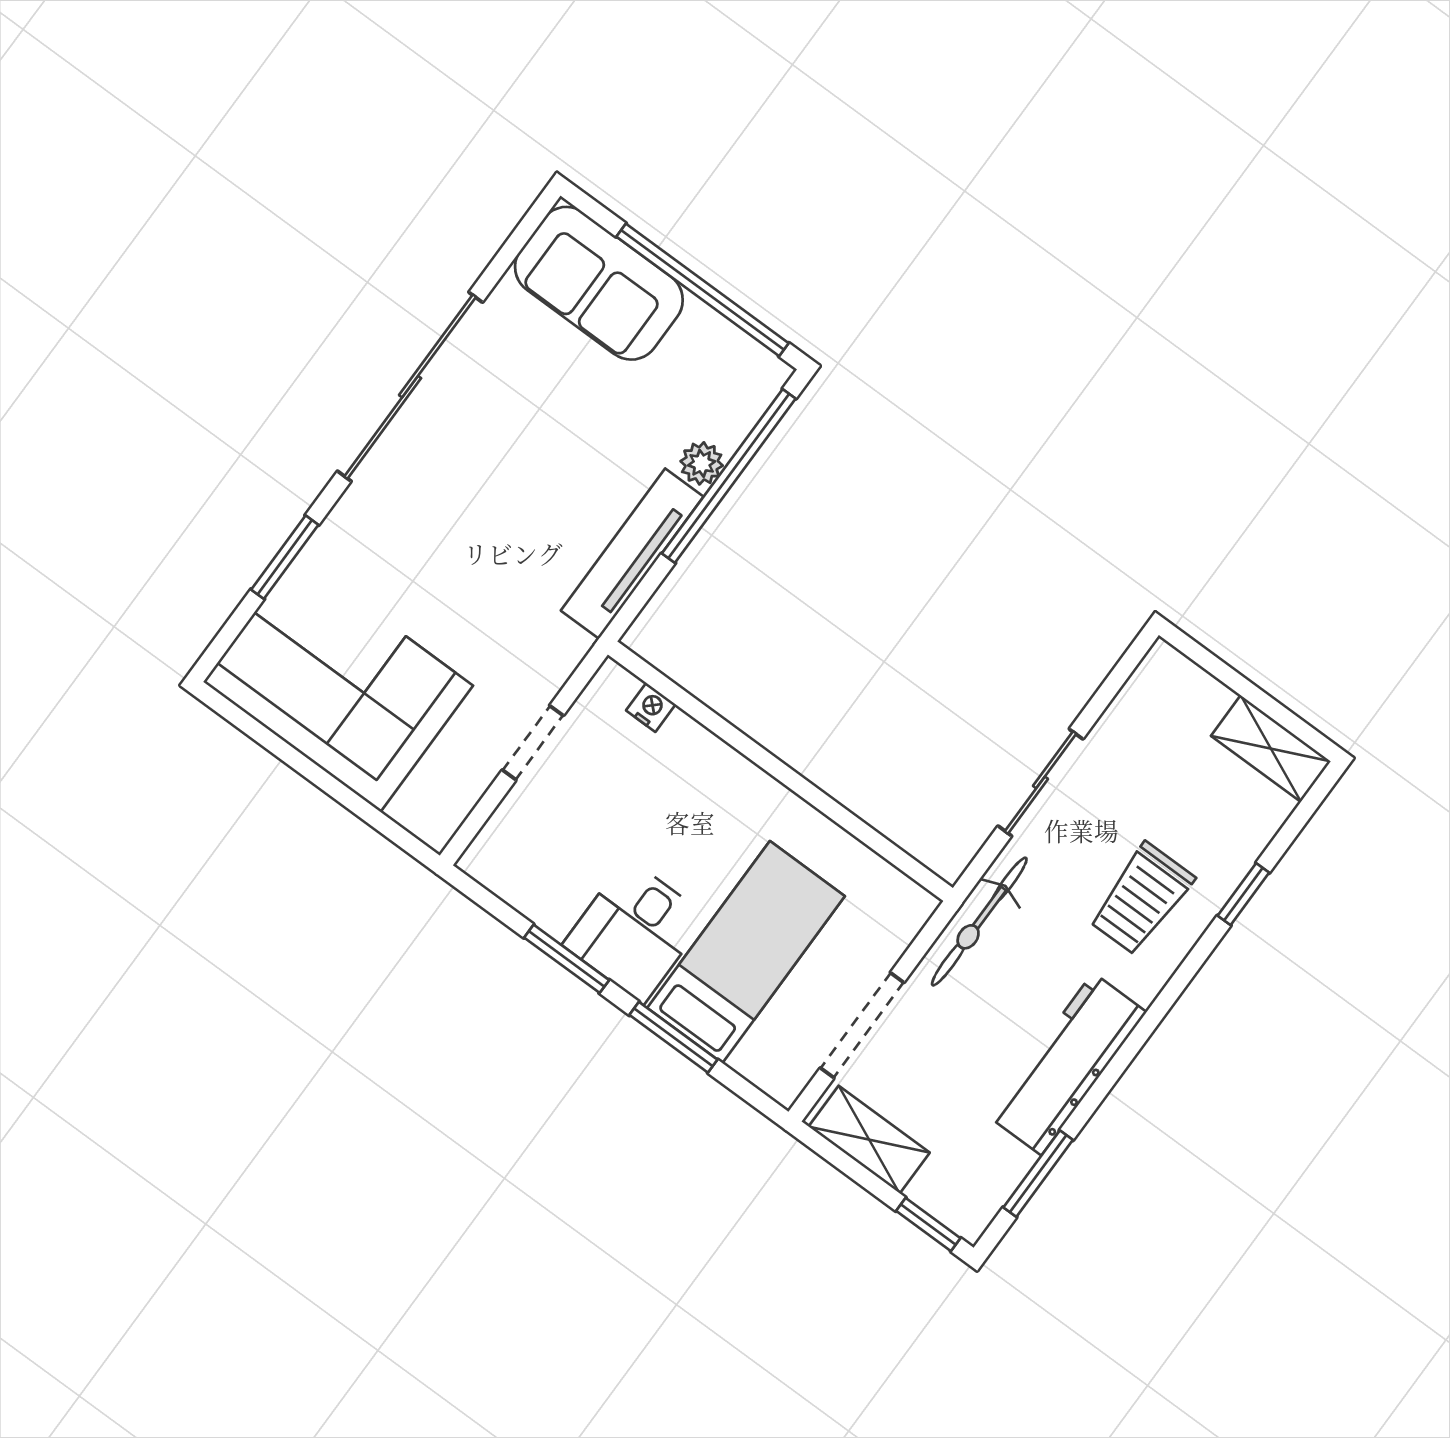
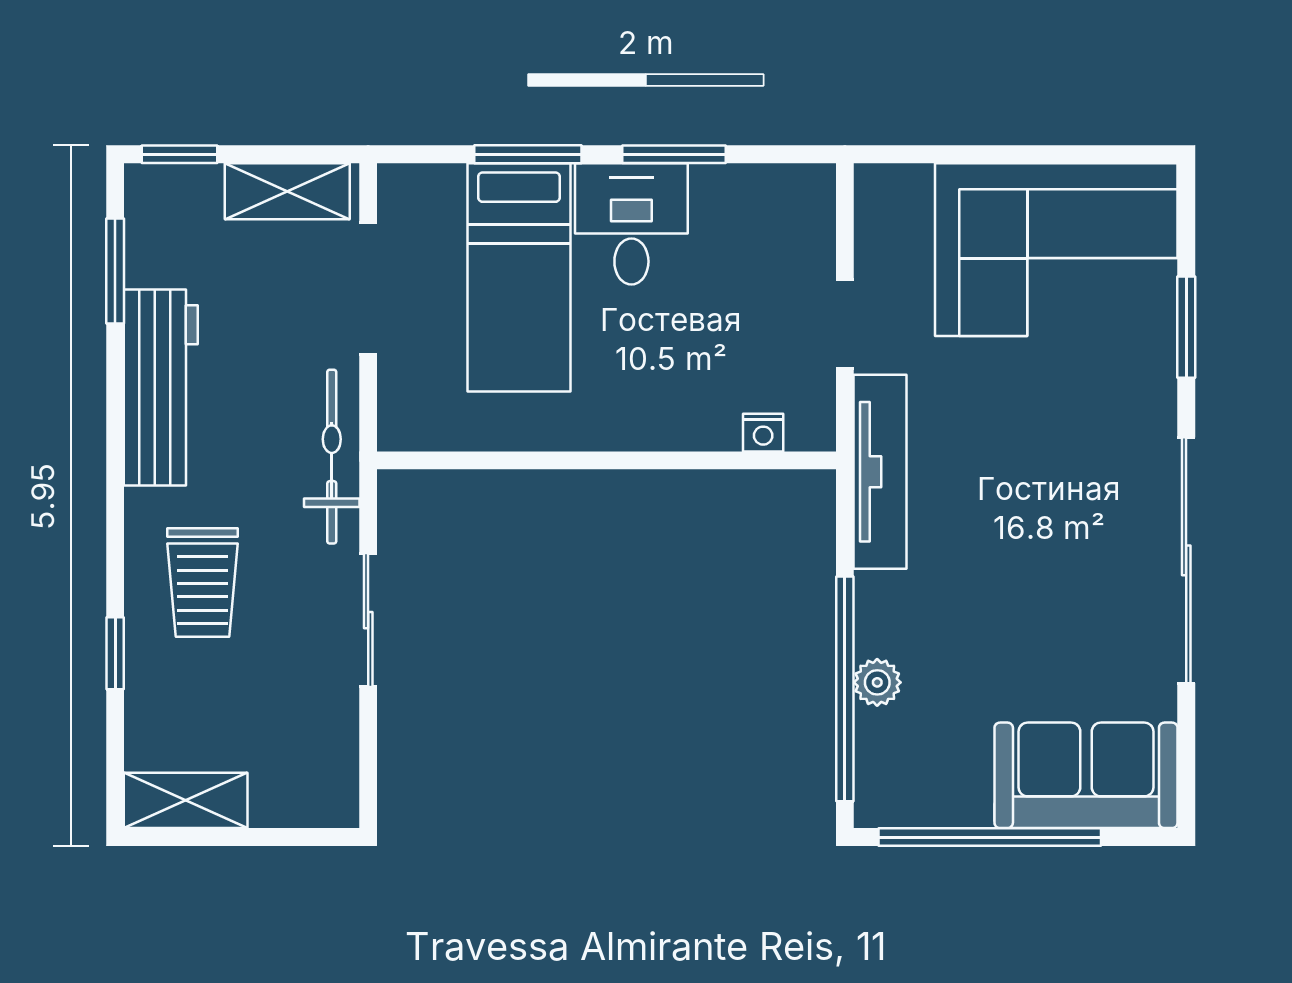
tv unit: (632, 554) -> (880, 472), moved
trolley: (1141, 899) -> (203, 583), turned 180

